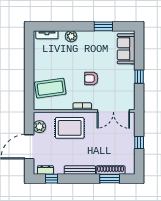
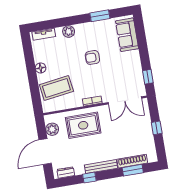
floor lamp: (38, 66) -> (41, 68), added
window: (139, 77) -> (148, 77), moved
armchair: (91, 78) -> (92, 57), moved
window: (52, 179) -> (89, 178), moved

